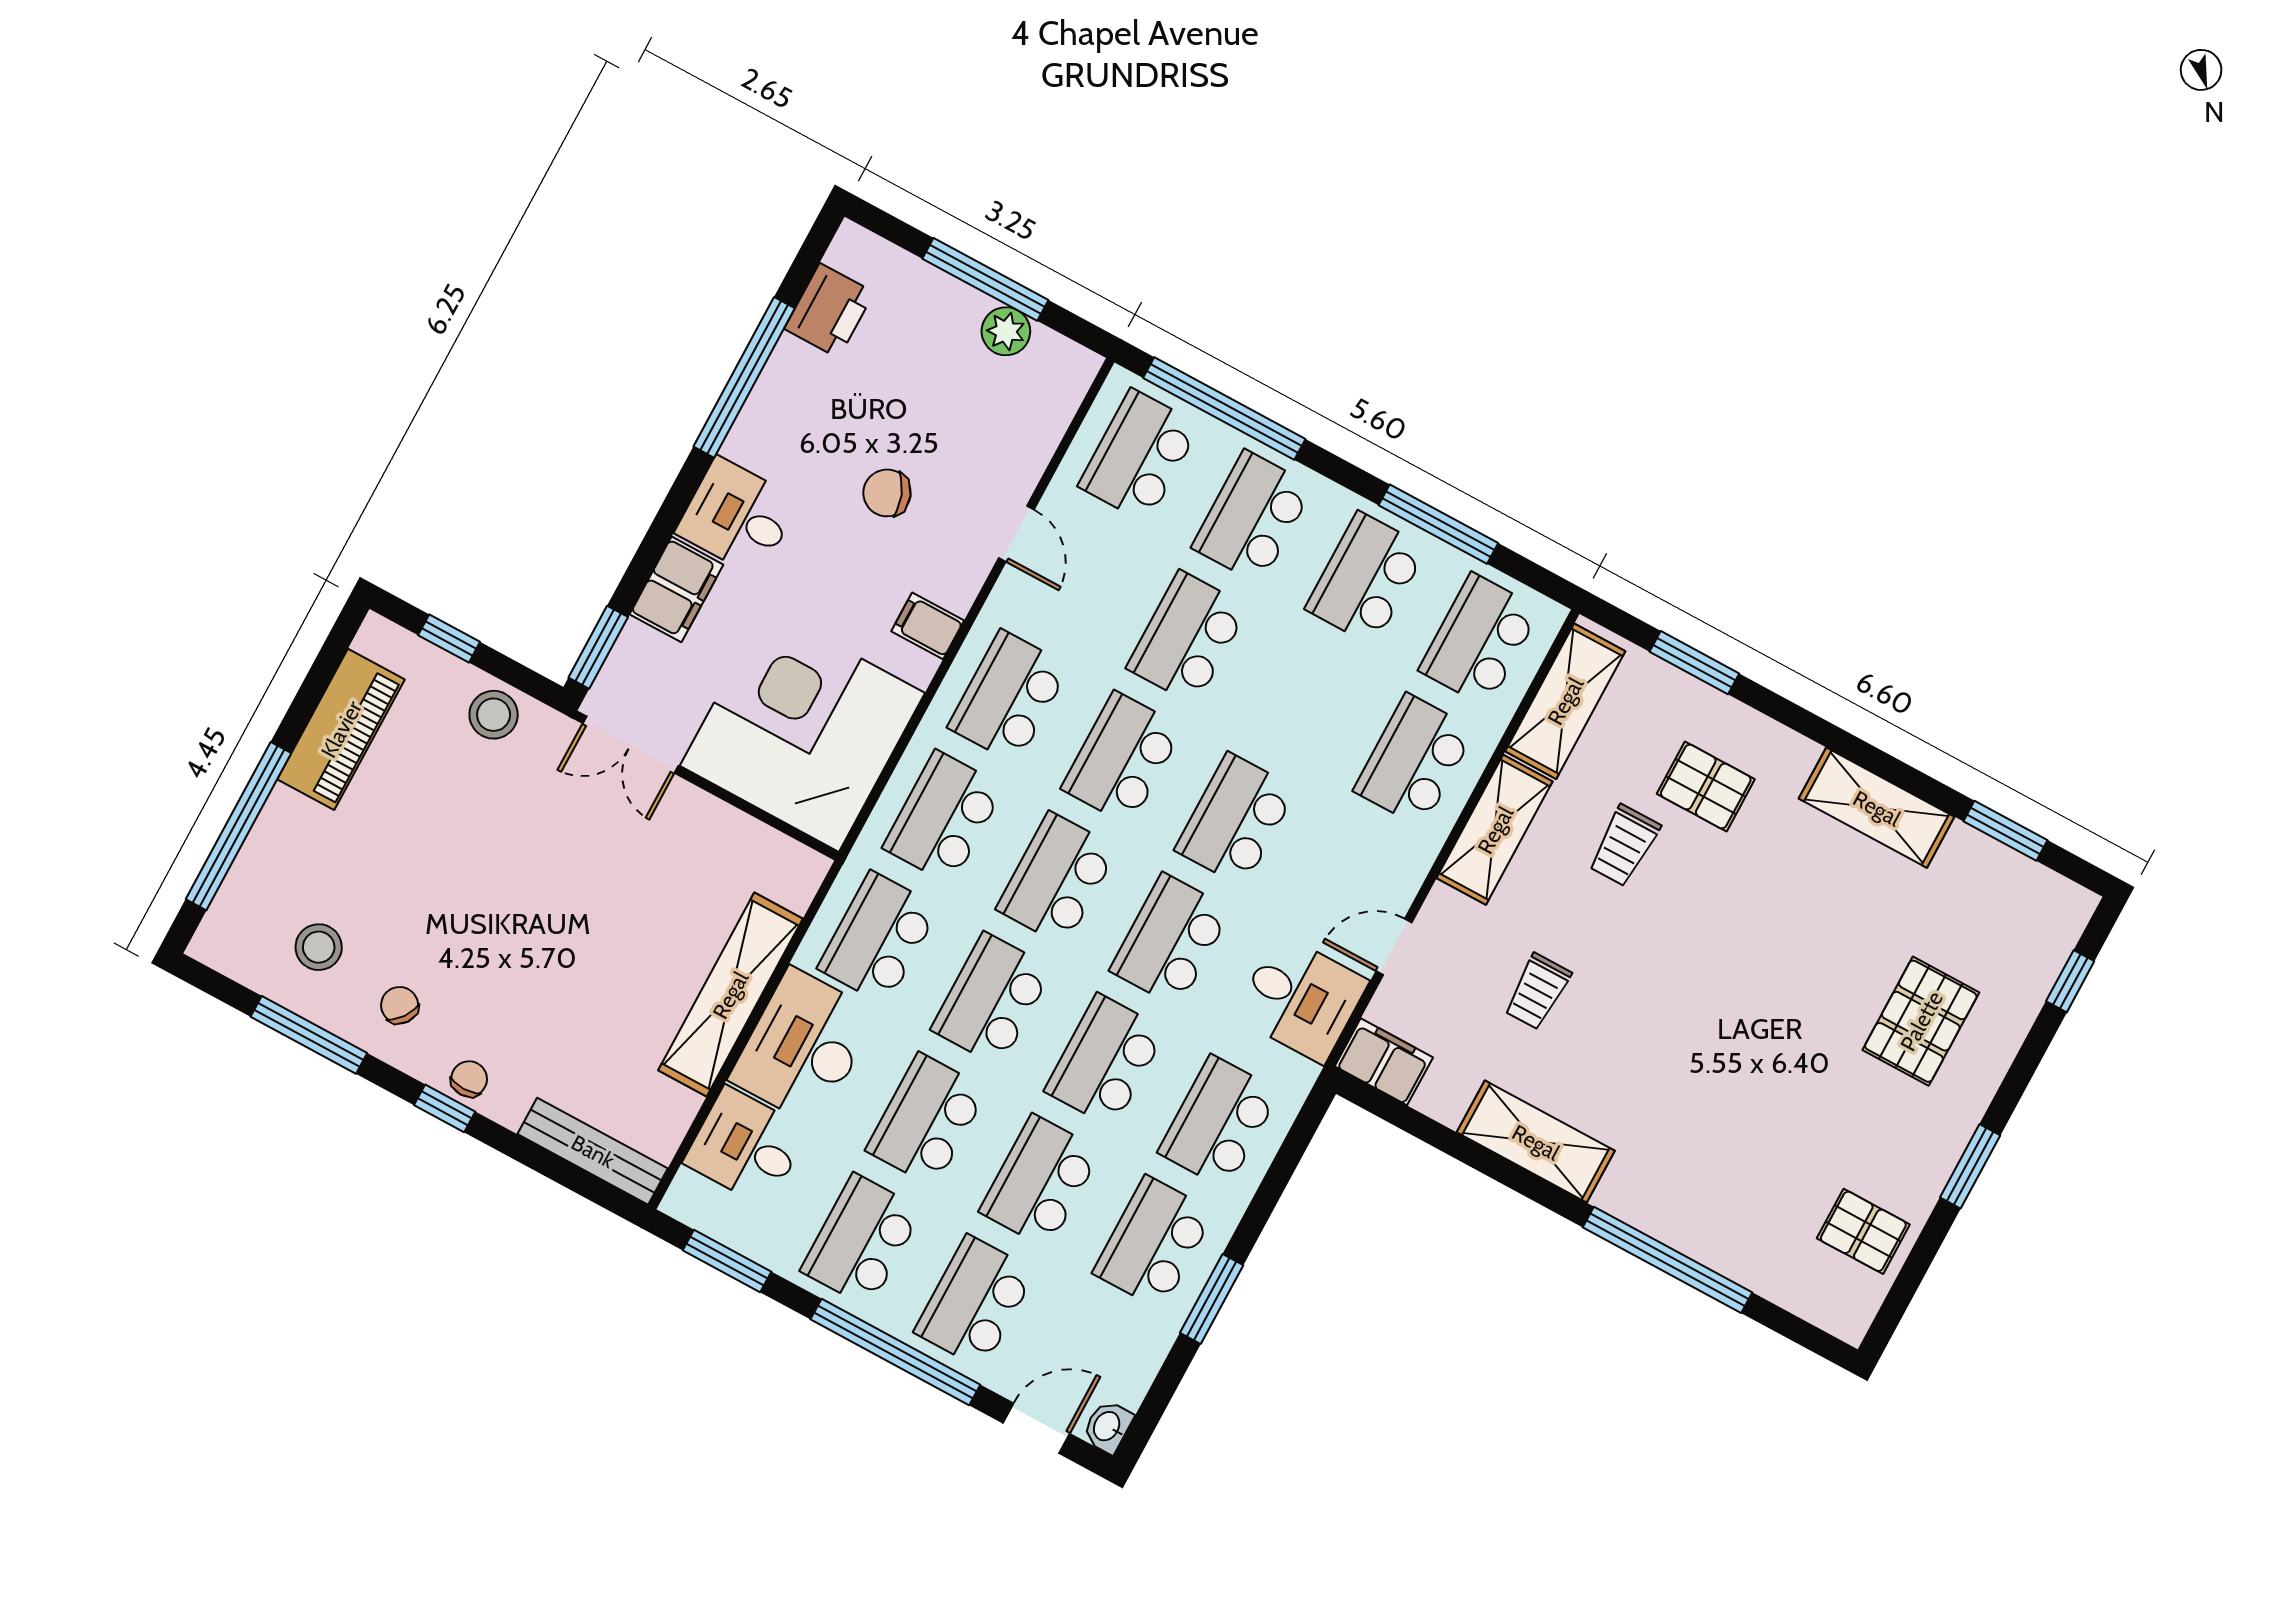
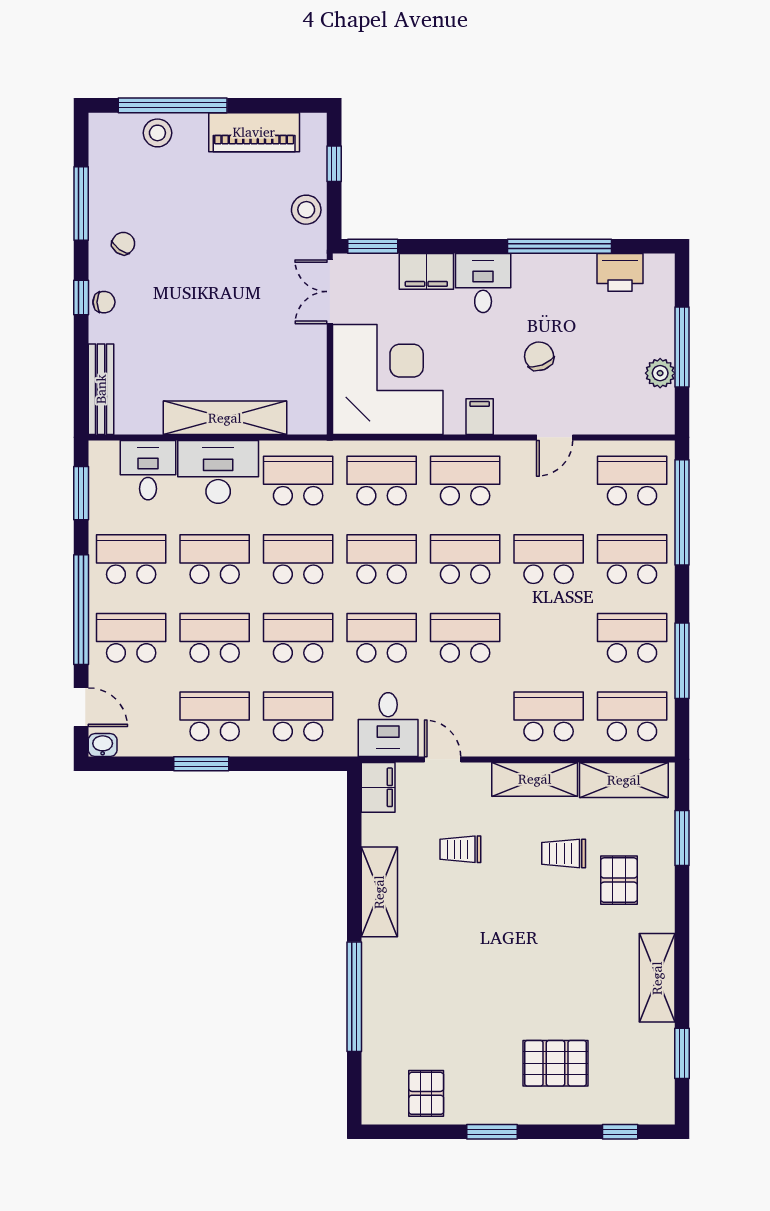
stool: (319, 947) -> (157, 133), moved

